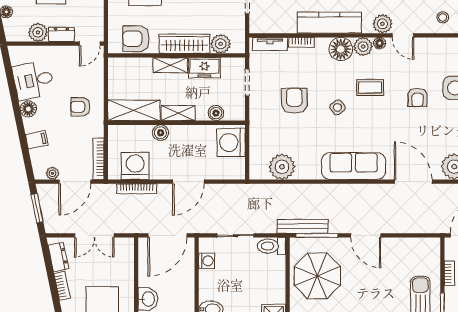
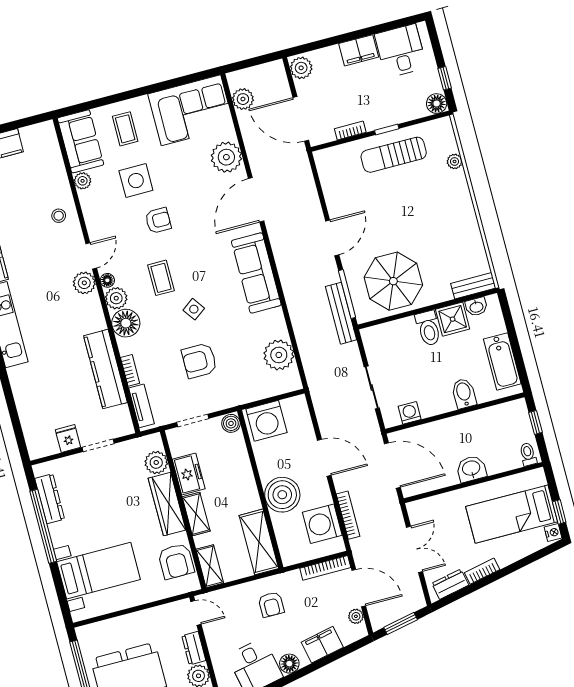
kitchen counter: (329, 23) -> (106, 369), moved
shelving: (178, 113) -> (210, 566), moved
boiler: (216, 113) -> (231, 423), moved
boiler: (161, 133) -> (282, 495), width x1.86, depth x1.86
filing cabinet: (37, 140) -> (322, 645), width x2.00
toilet: (271, 246) -> (428, 328), moved

